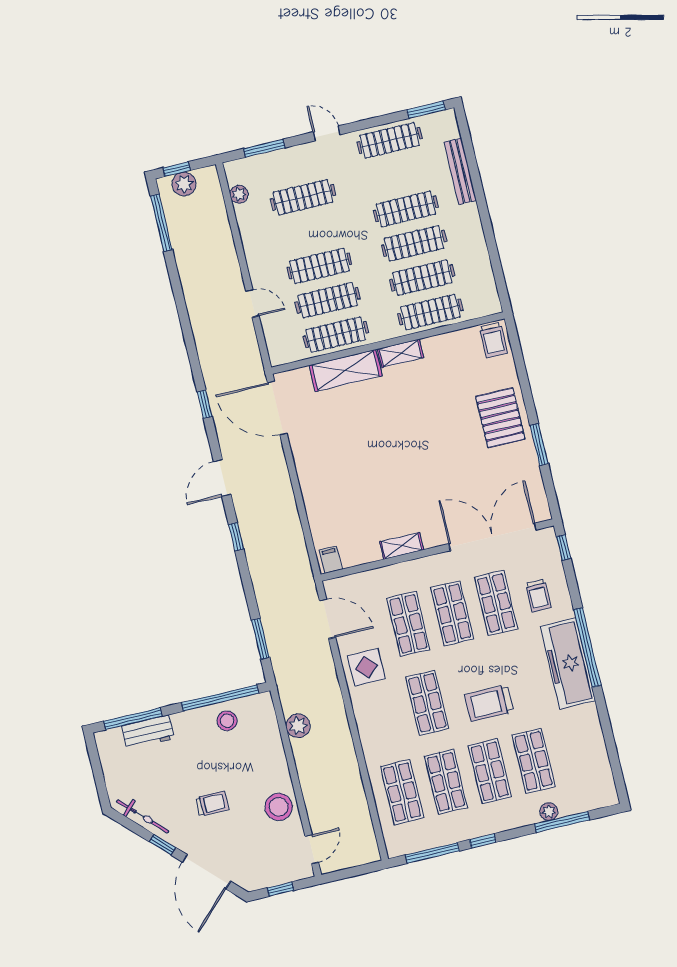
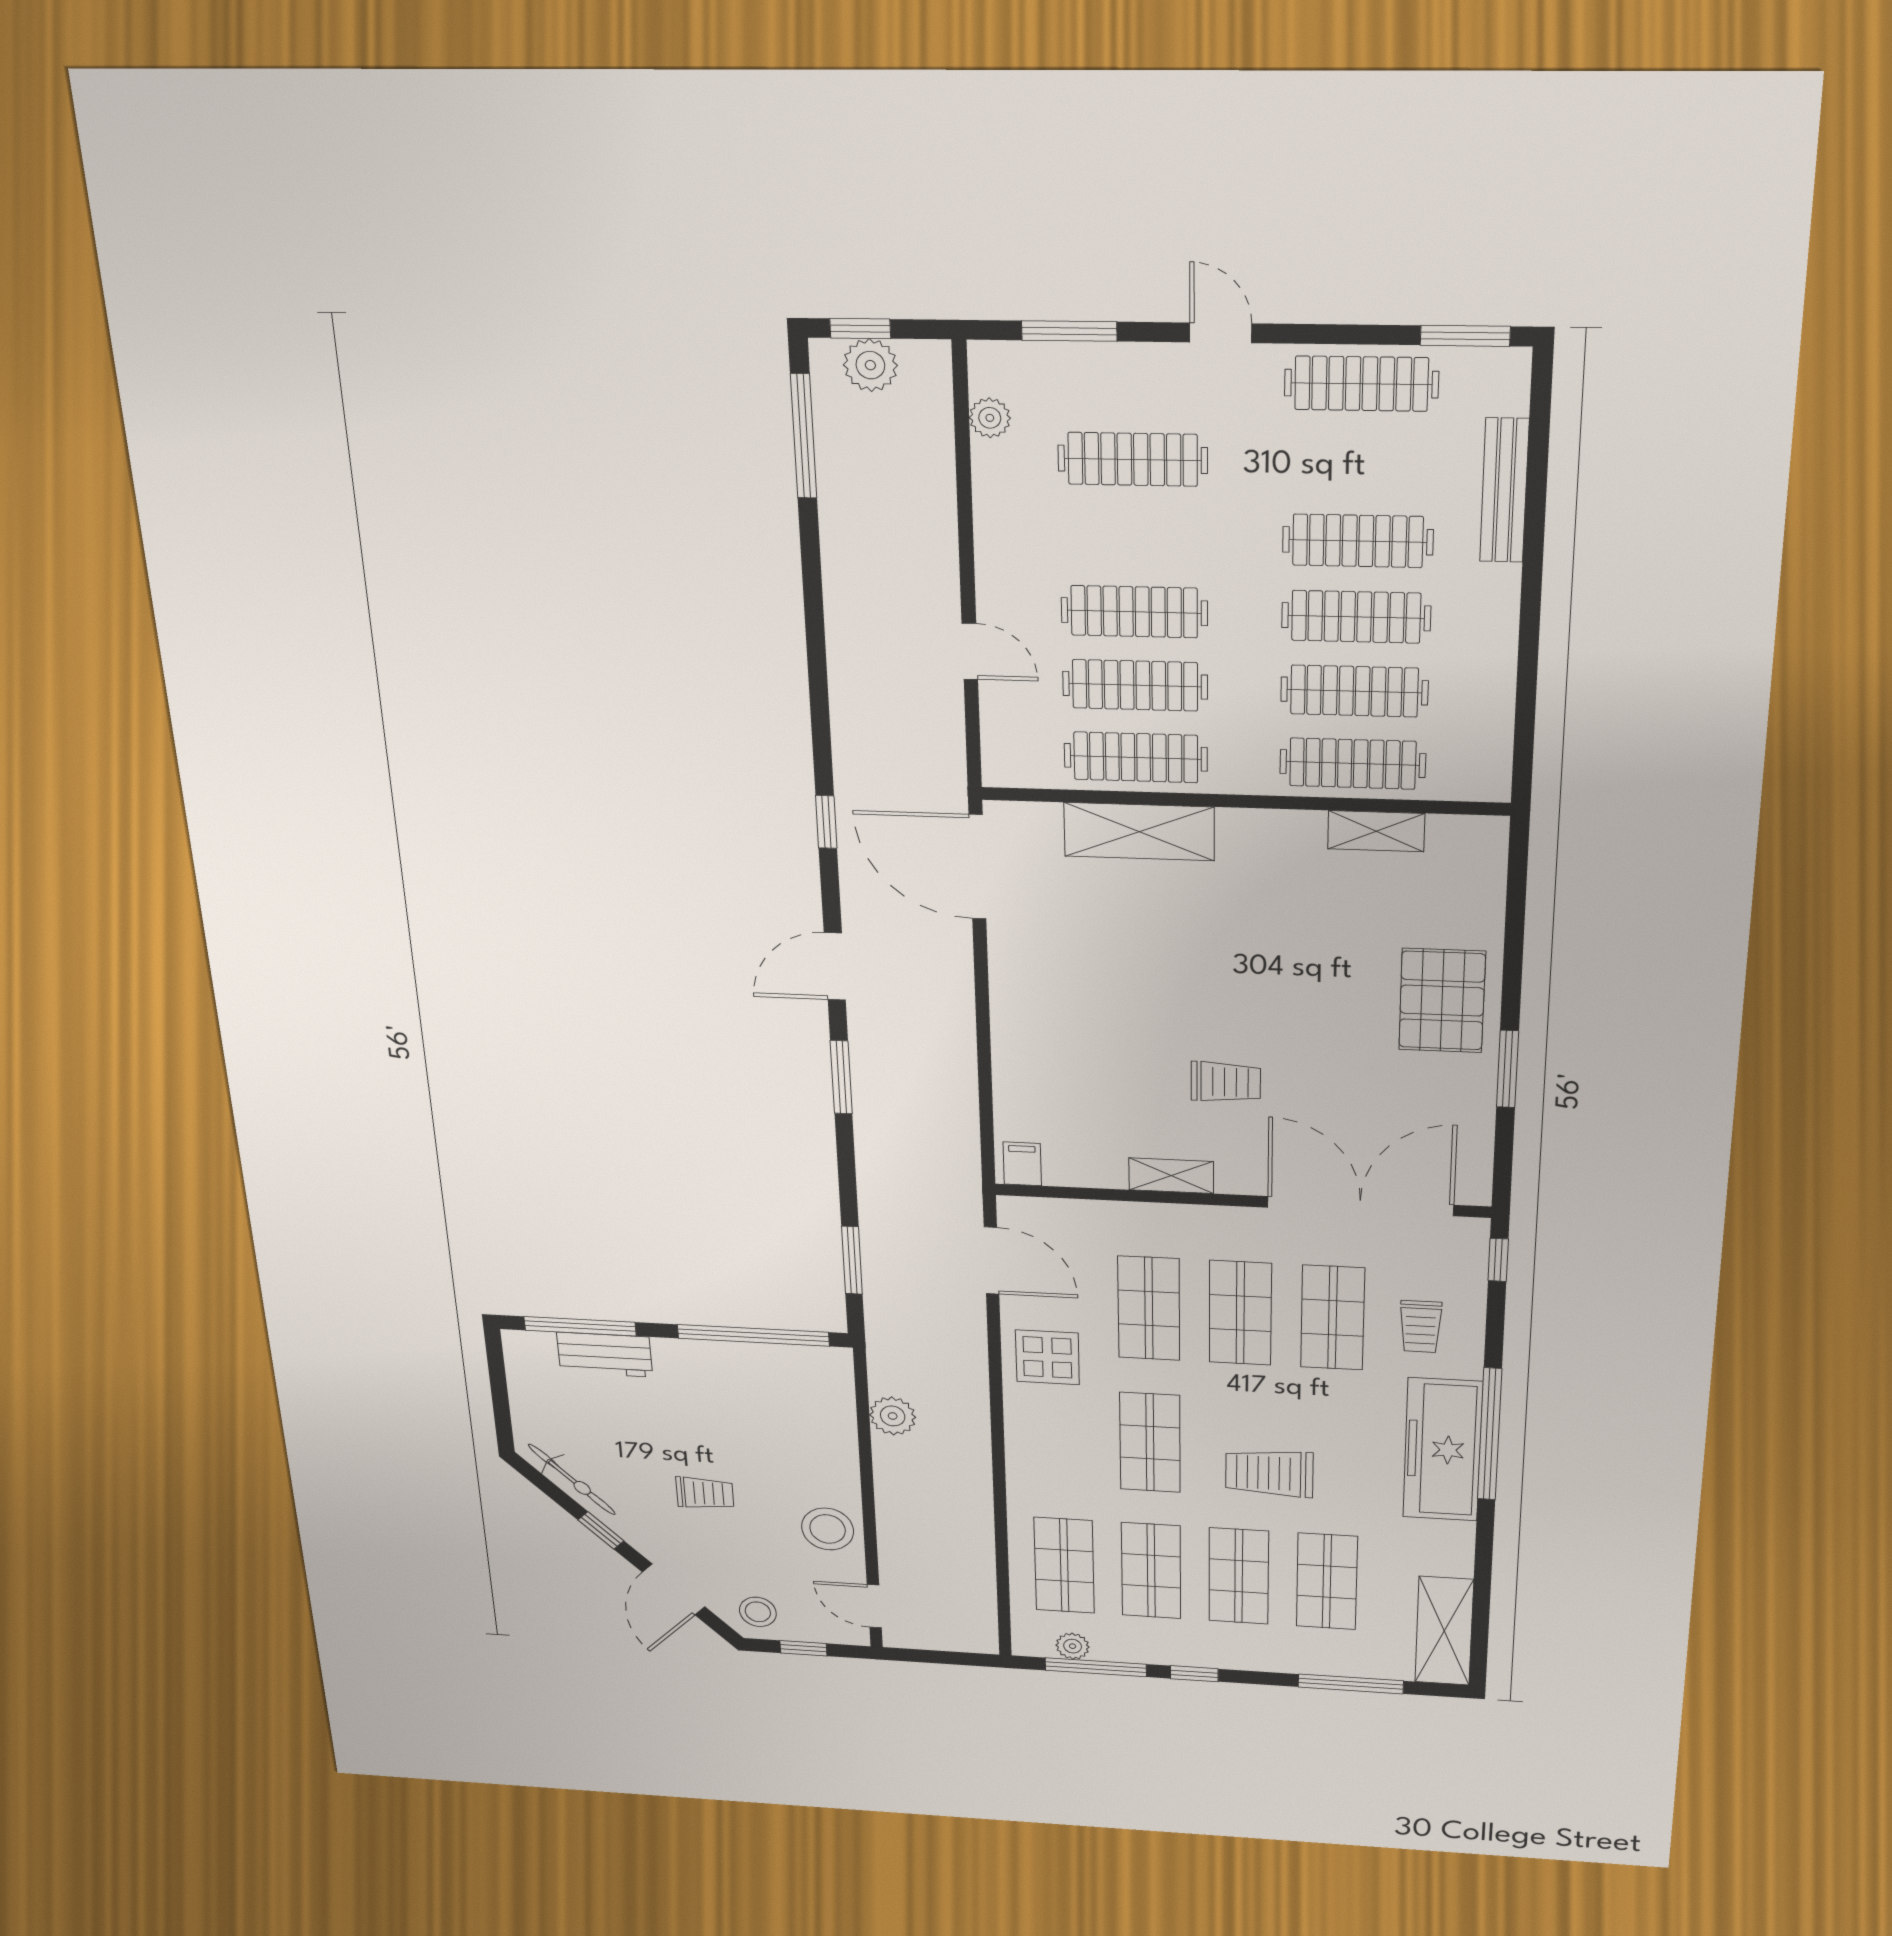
trolley: (494, 340) -> (1226, 1082), moved, turned -90
shelving: (400, 353) -> (1376, 831), moved
window: (236, 537) -> (841, 1077), width x1.50
stool: (227, 721) -> (758, 1612), moved
shelving: (599, 773) -> (1444, 1631), added
plant: (549, 812) -> (1073, 1646), moved
door: (312, 849) -> (874, 1606), swing flipped
door: (206, 872) -> (674, 1589), width x0.73

